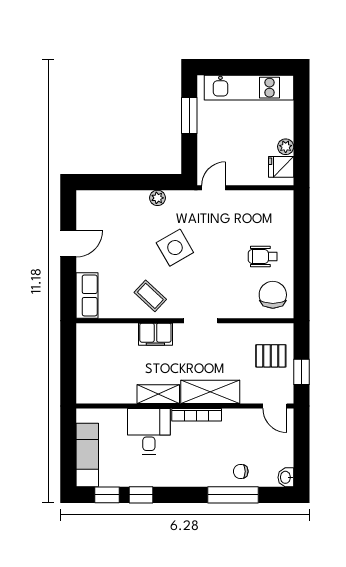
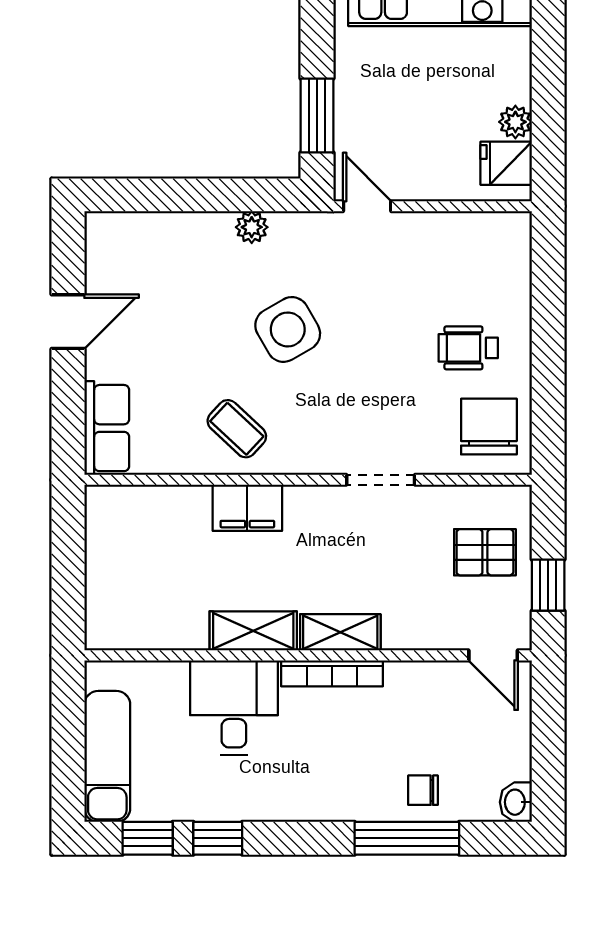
window: (189, 116) -> (317, 115), moved
door: (214, 188) -> (367, 206), hinge flipped
doorway: (201, 321) -> (381, 480), moved
shelving: (210, 392) -> (340, 632), width x0.67, depth x0.75

